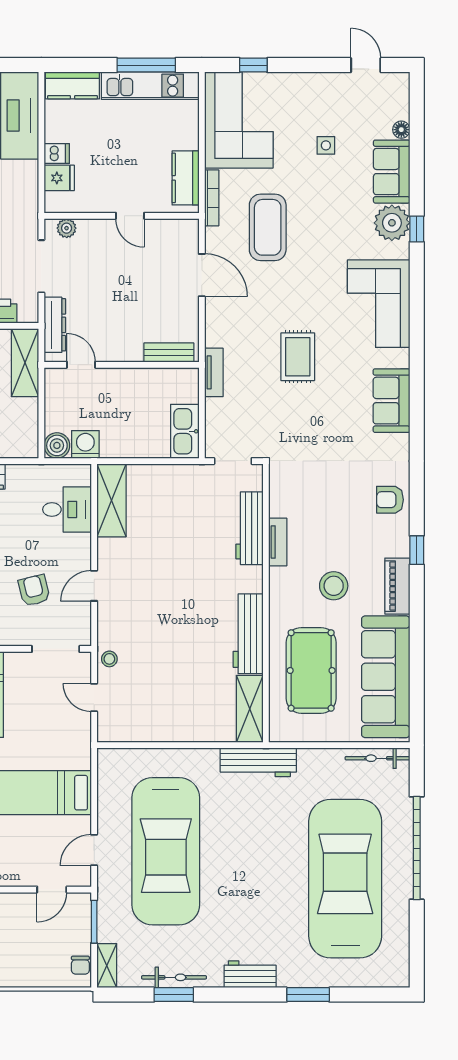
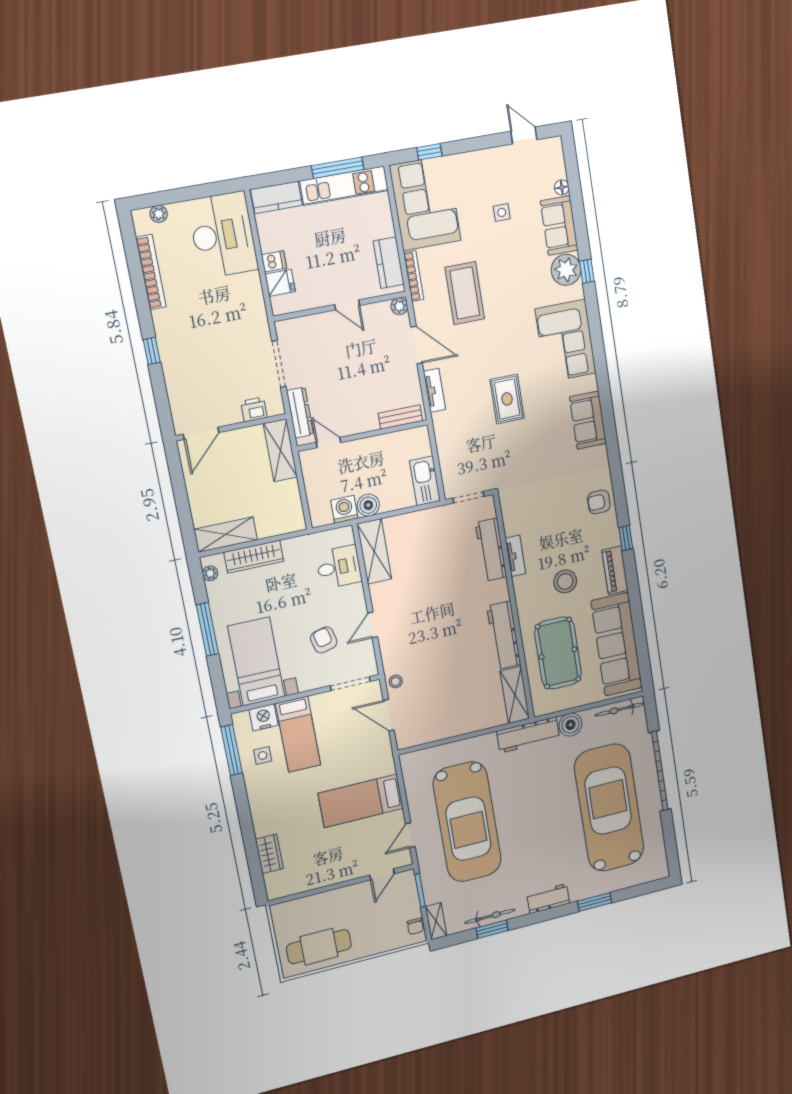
plant: (67, 228) -> (399, 306), moved
tv unit: (214, 372) -> (434, 390), moved
boiler: (57, 445) -> (368, 505), moved
door: (94, 697) -> (389, 715), width x1.38
boiler: (313, 762) -> (570, 725), added

